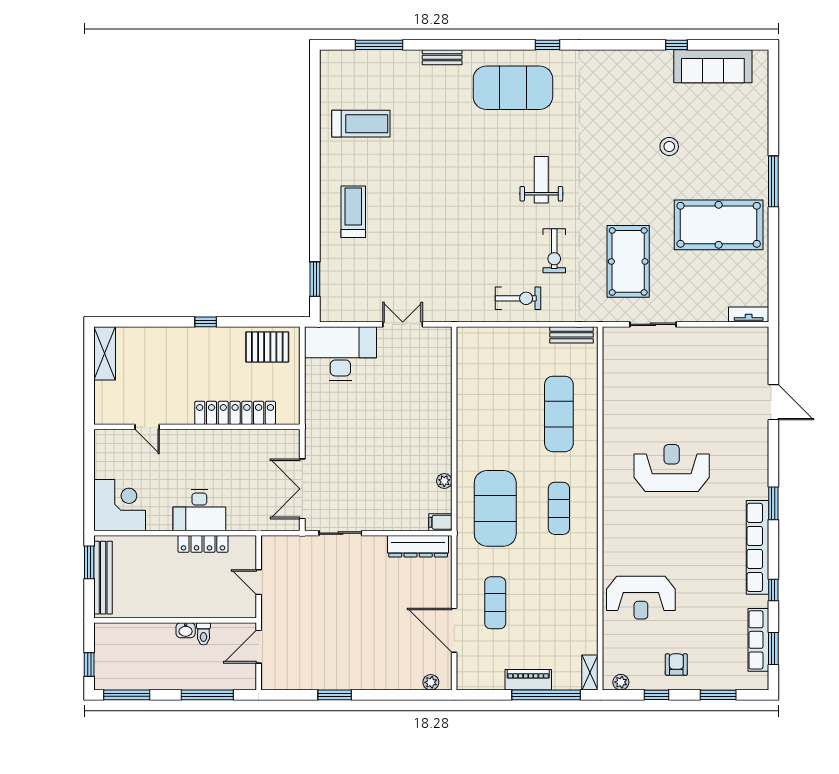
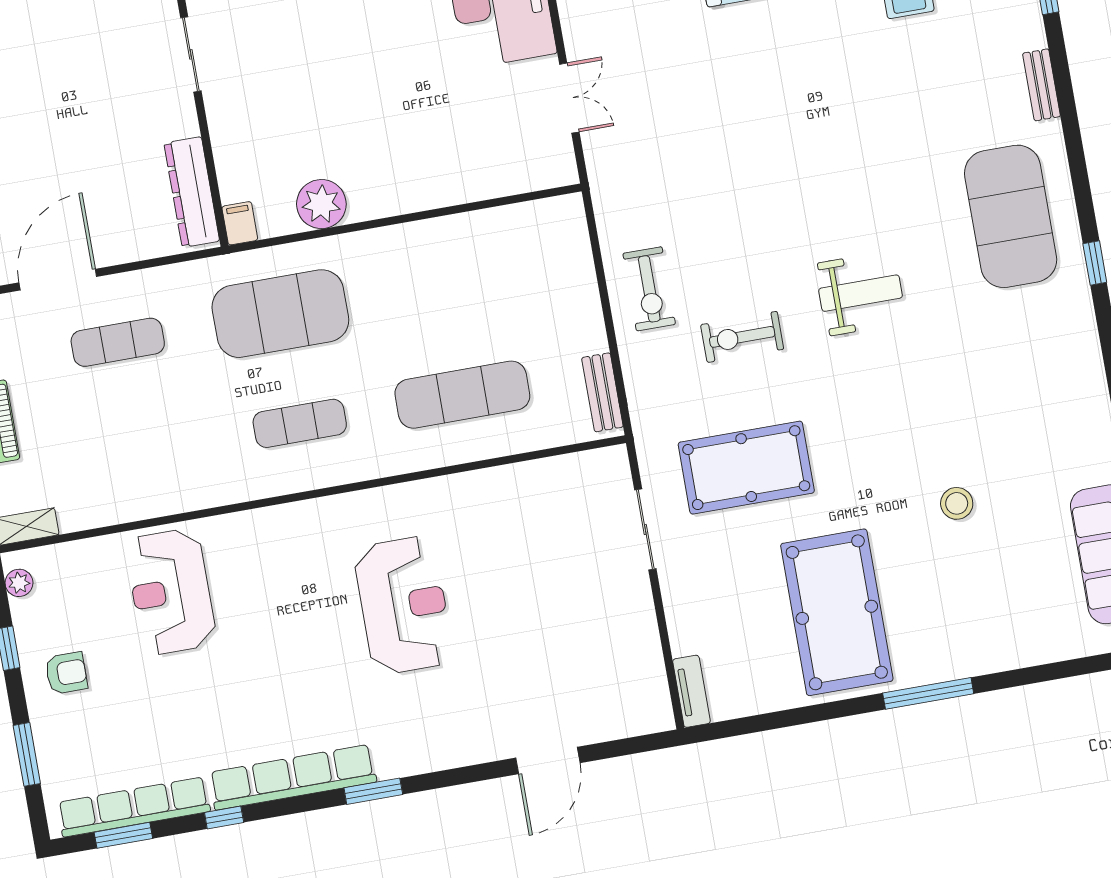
plant: (444, 481) -> (321, 204), width x1.88, depth x1.88
row of seats: (758, 640) -> (134, 807), width x1.36

